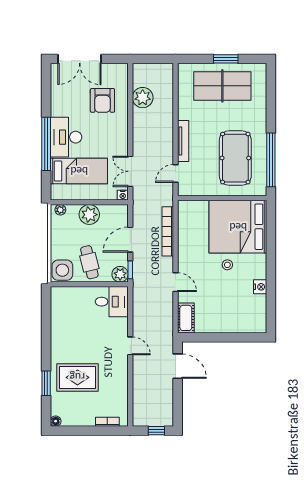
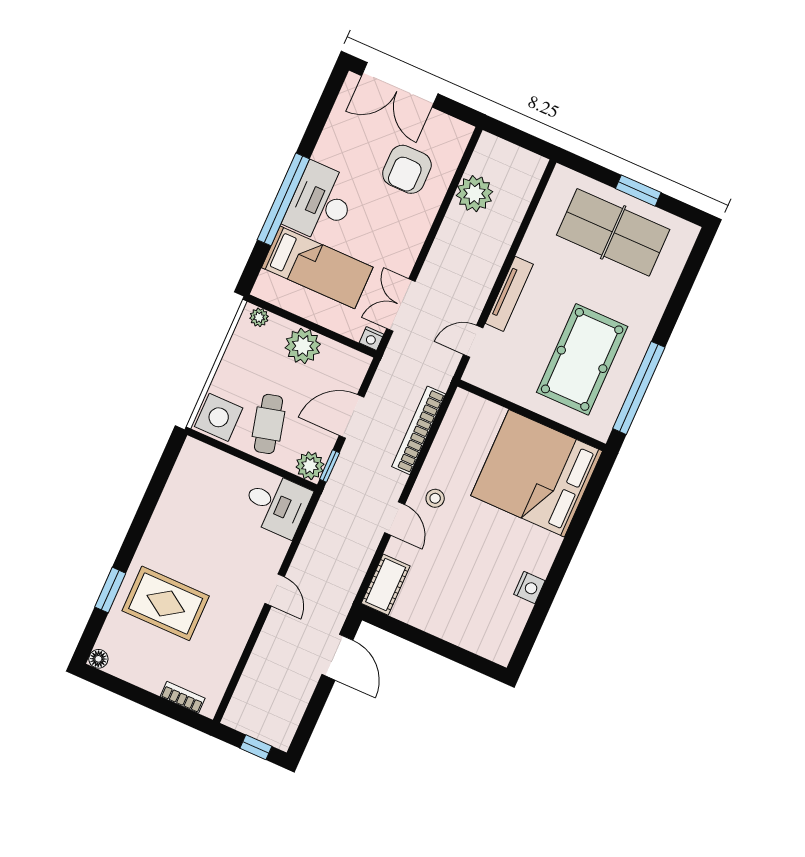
stool: (227, 265) -> (435, 498), moved

